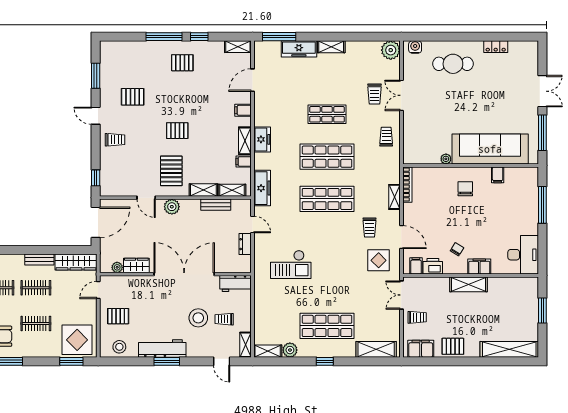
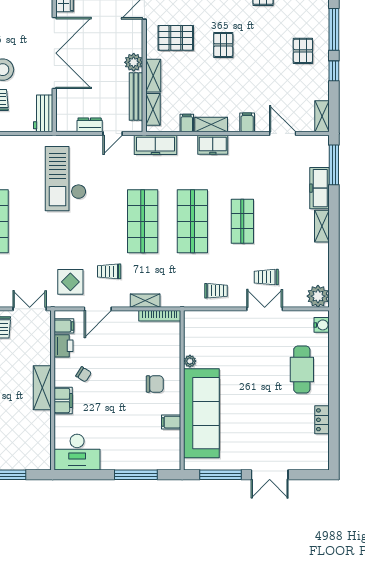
bench: (216, 205) -> (136, 96), width x1.36
plant: (172, 207) -> (134, 62), moved
checkout: (291, 264) -> (66, 179), width x1.36, depth x1.21

